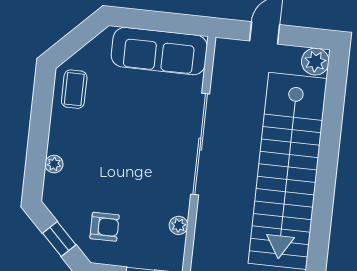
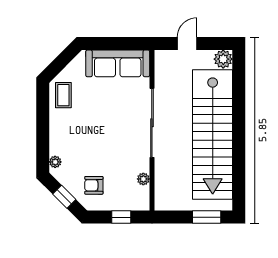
plant: (54, 164) -> (55, 162), moved
armchair: (105, 227) -> (94, 185), turned 180

